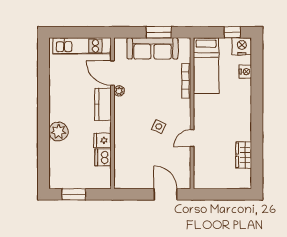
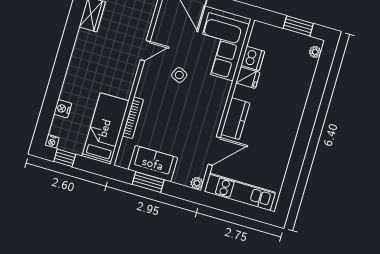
nightstand: (242, 46) -> (52, 141), width x0.53, depth x0.56
sofa: (153, 48) -> (153, 164), width x0.73
door: (112, 73) -> (214, 151), hinge flipped
plant: (119, 91) -> (197, 183), moved
plant: (58, 131) -> (315, 52), moved, width x0.53, depth x0.53
corner sofa: (132, 159) -> (221, 47), added

